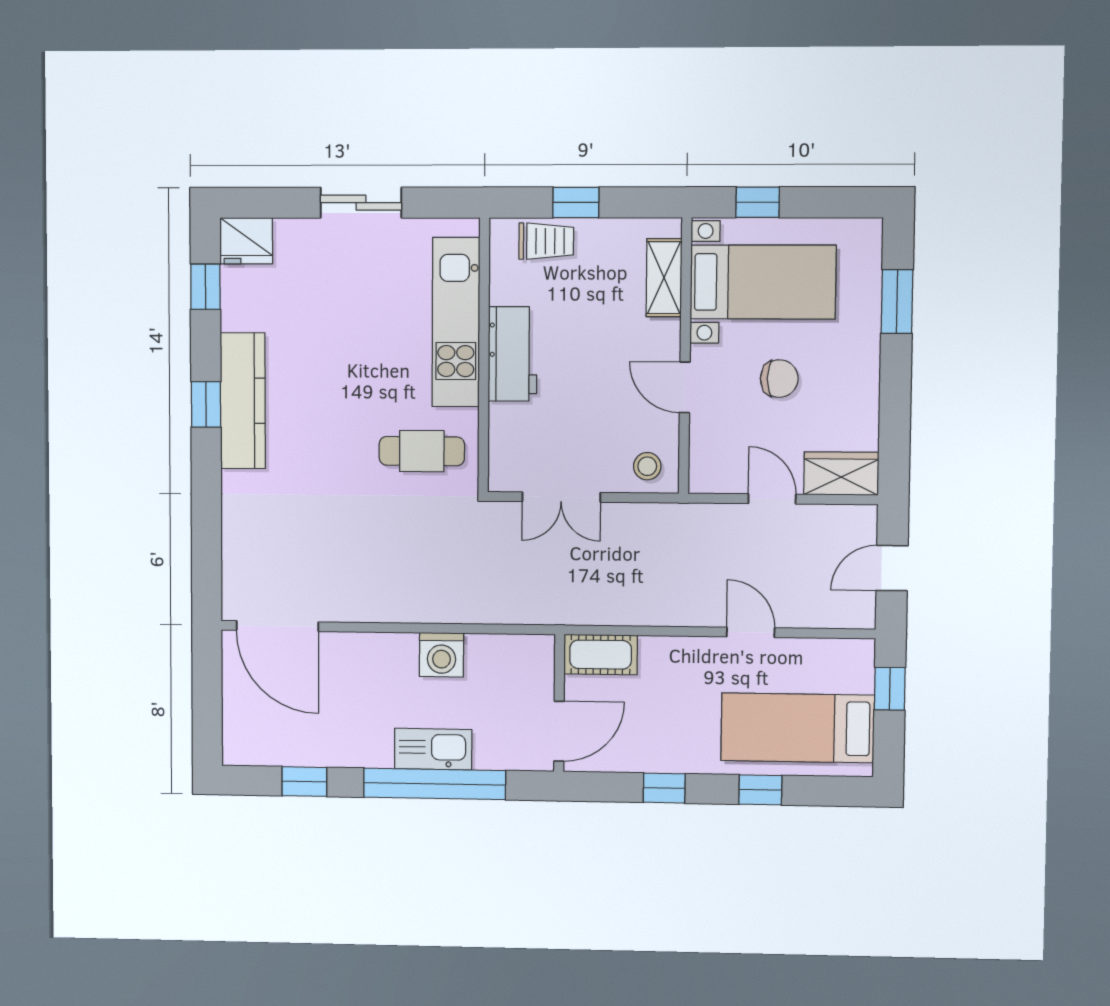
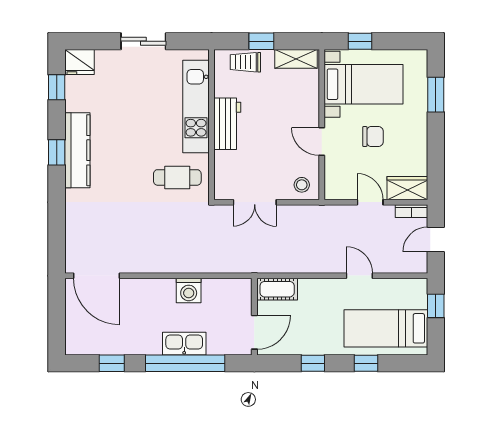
trolley: (546, 241) -> (245, 62), turned 180
shelving: (664, 278) -> (296, 59), moved, turned 90
bookcase: (848, 516) -> (412, 211), added

